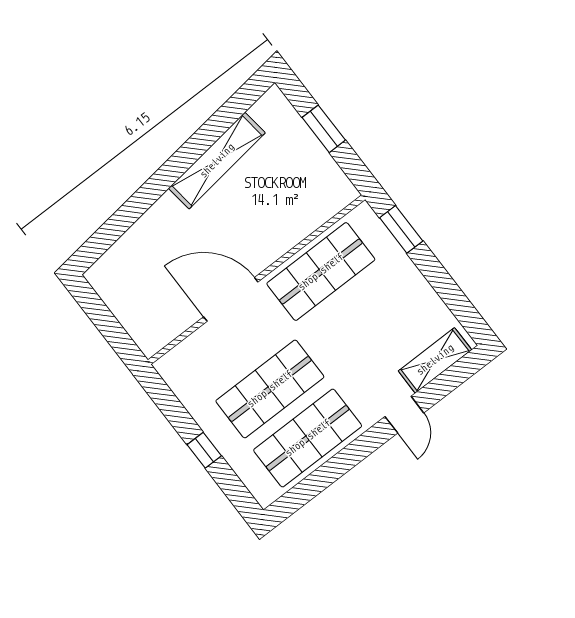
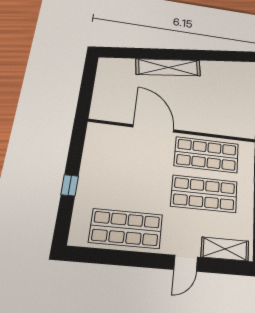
shelving: (217, 161) -> (168, 67), moved
shop shelf: (270, 389) -> (204, 194), moved

